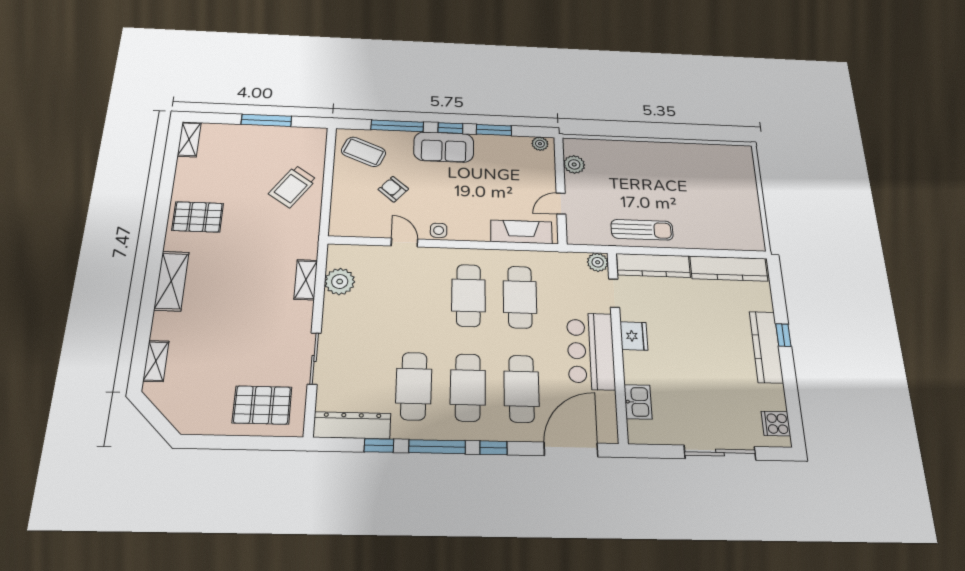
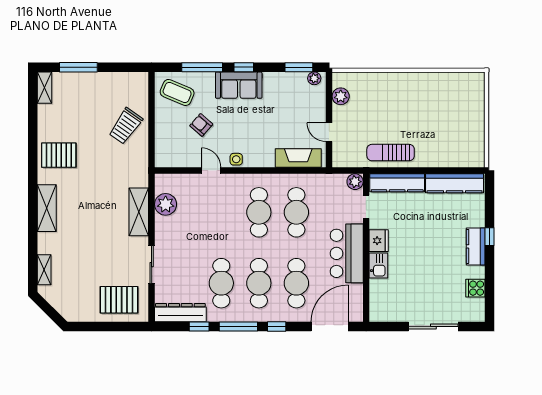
window: (266, 120) -> (78, 67), moved
window: (494, 130) -> (299, 67), moved
door: (561, 204) -> (329, 132), hinge flipped
sun lounger: (642, 230) -> (391, 153), turned 180
shelving: (306, 280) -> (139, 212), width x1.50, depth x1.33
kitchen counter: (766, 347) -> (476, 246), width x0.67
kitchen sink: (638, 402) -> (378, 266), moved
cooker: (776, 424) -> (475, 288), moved

